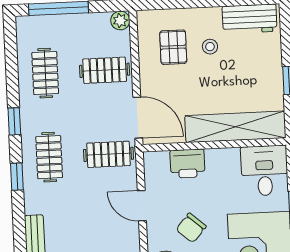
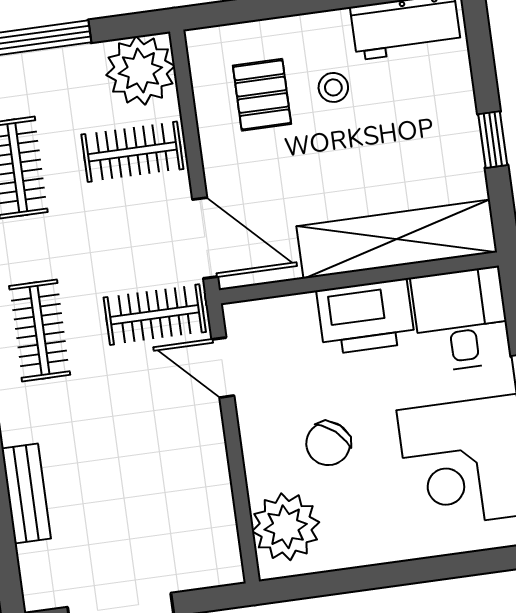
plant: (120, 21) -> (140, 70), width x1.88, depth x1.88
printer: (187, 164) -> (366, 317), moved, width x1.37, depth x1.19
door: (142, 206) -> (223, 368), moved

